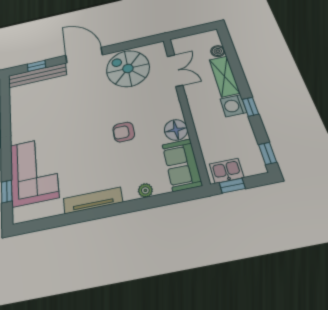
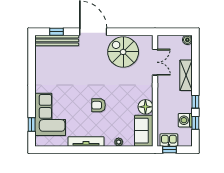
boiler: (218, 51) -> (187, 40), moved
washing machine: (233, 106) -> (185, 120), moved
armchair: (124, 132) -> (99, 105), moved
window: (268, 153) -> (195, 123), moved

